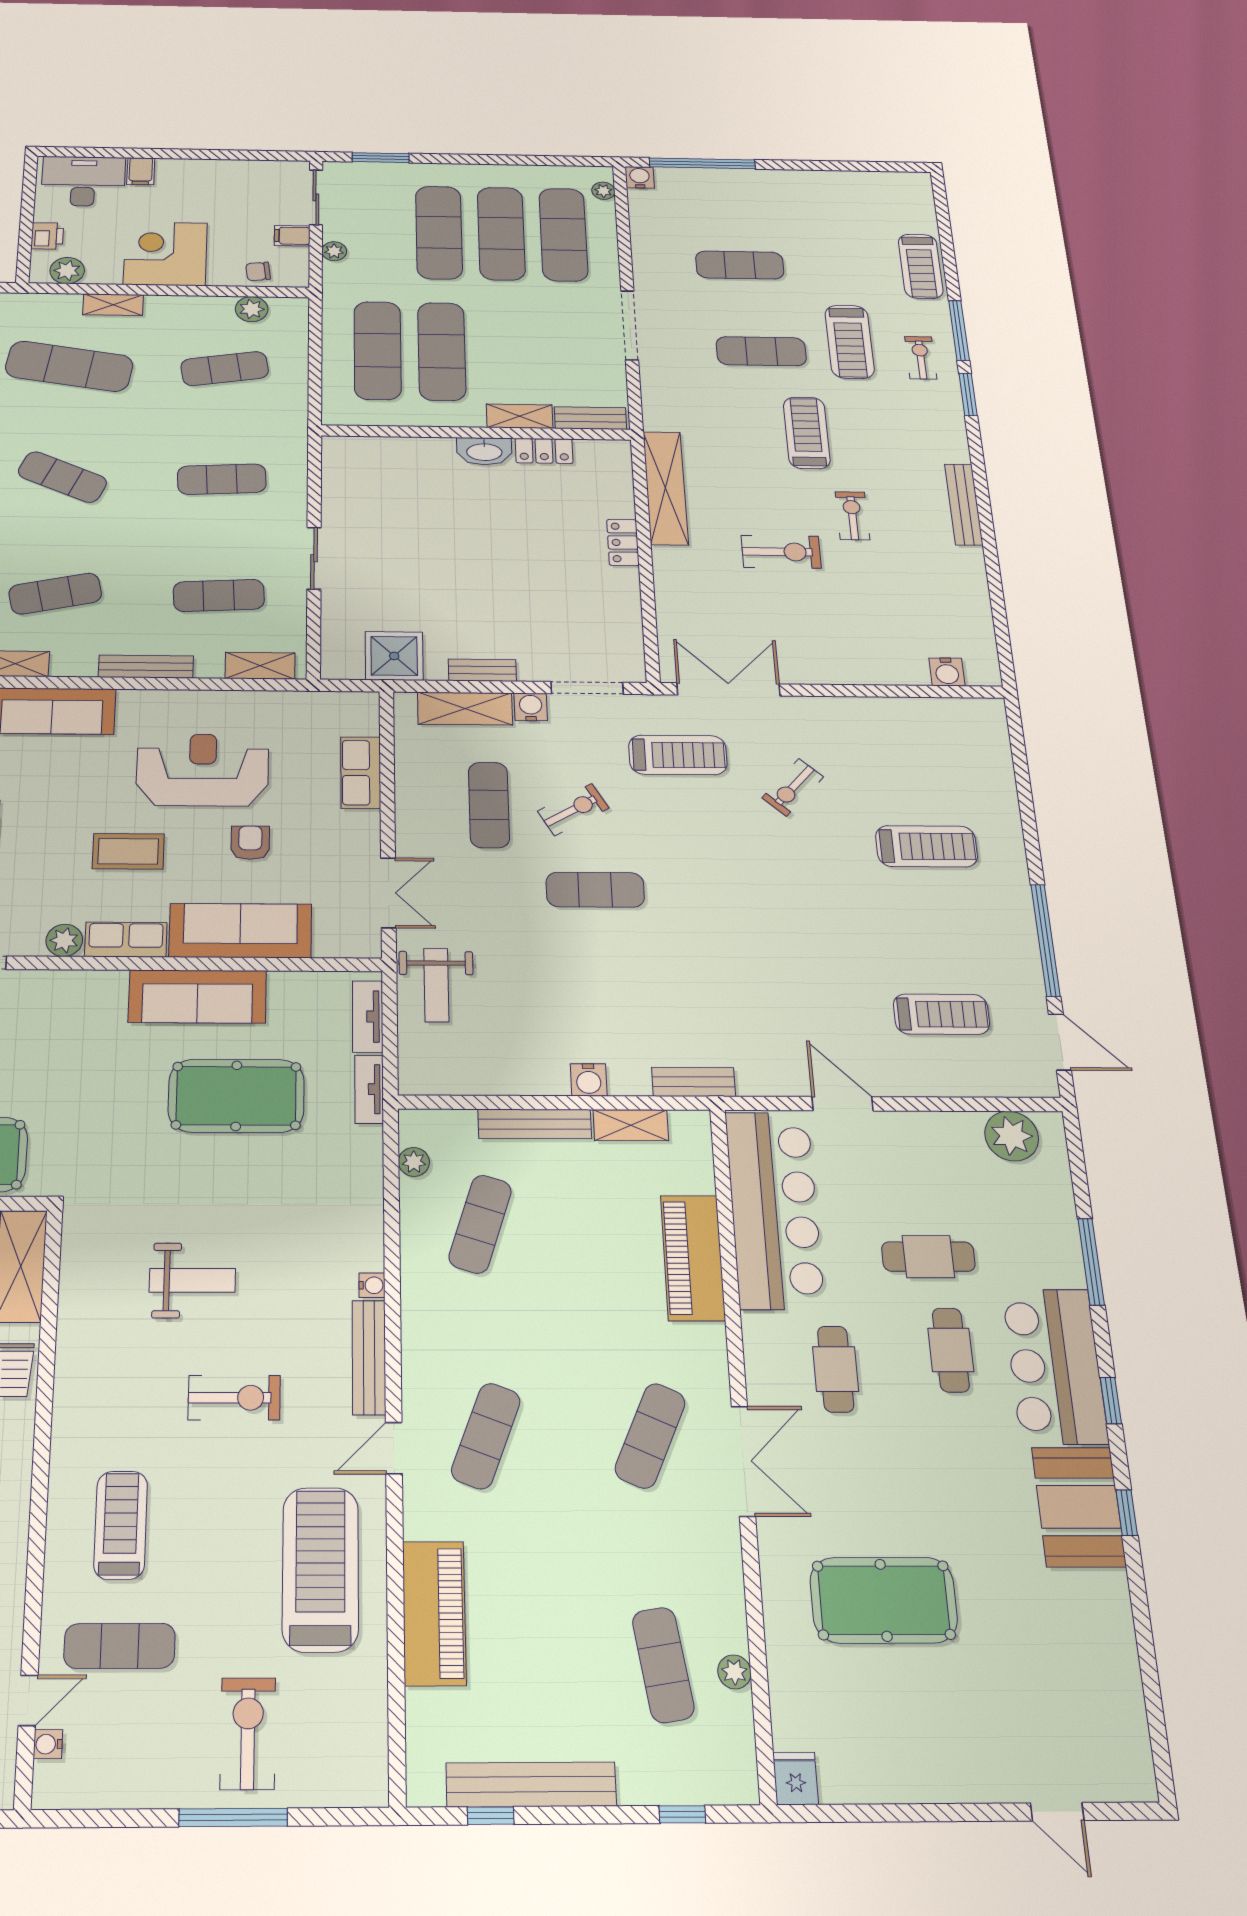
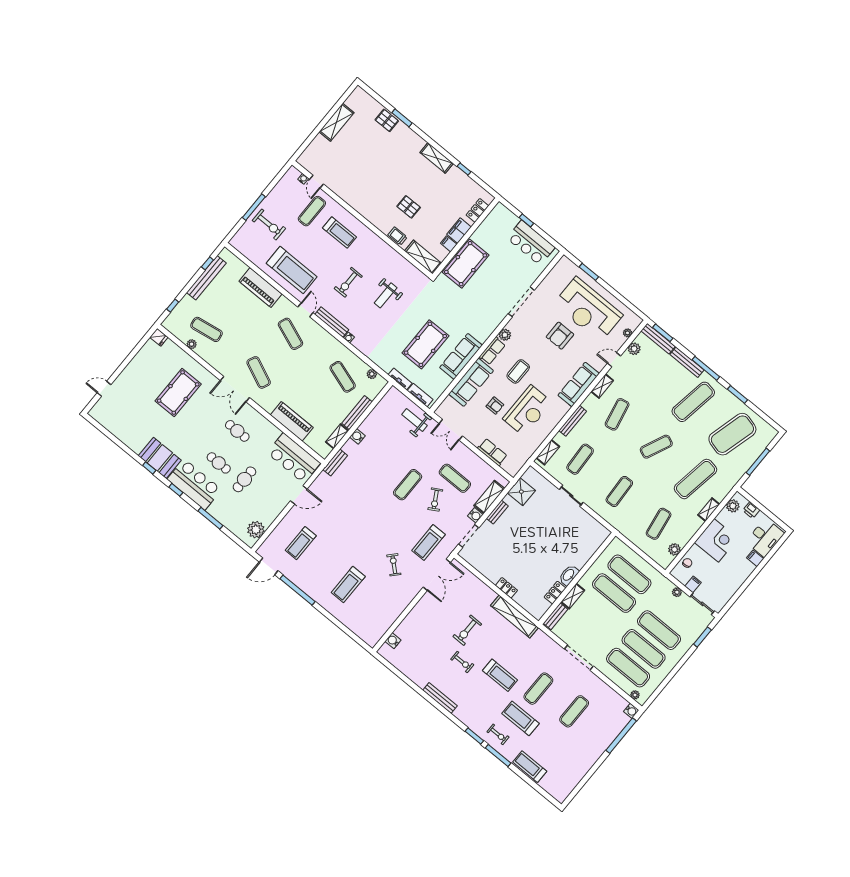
bar counter: (774, 1209) -> (294, 458), width x0.73

